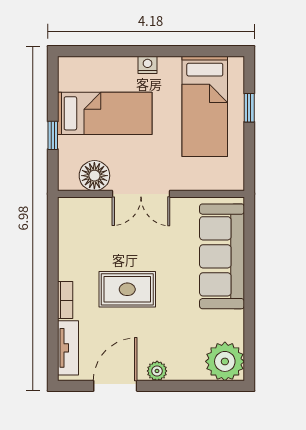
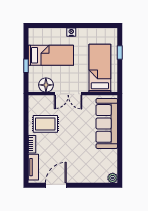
bed: (205, 106) -> (100, 68), moved, turned 180
rug: (127, 289) -> (45, 124), moved
plant: (225, 361) -> (113, 178), width x0.53, depth x0.53
plant: (157, 371) -> (76, 178), removed

